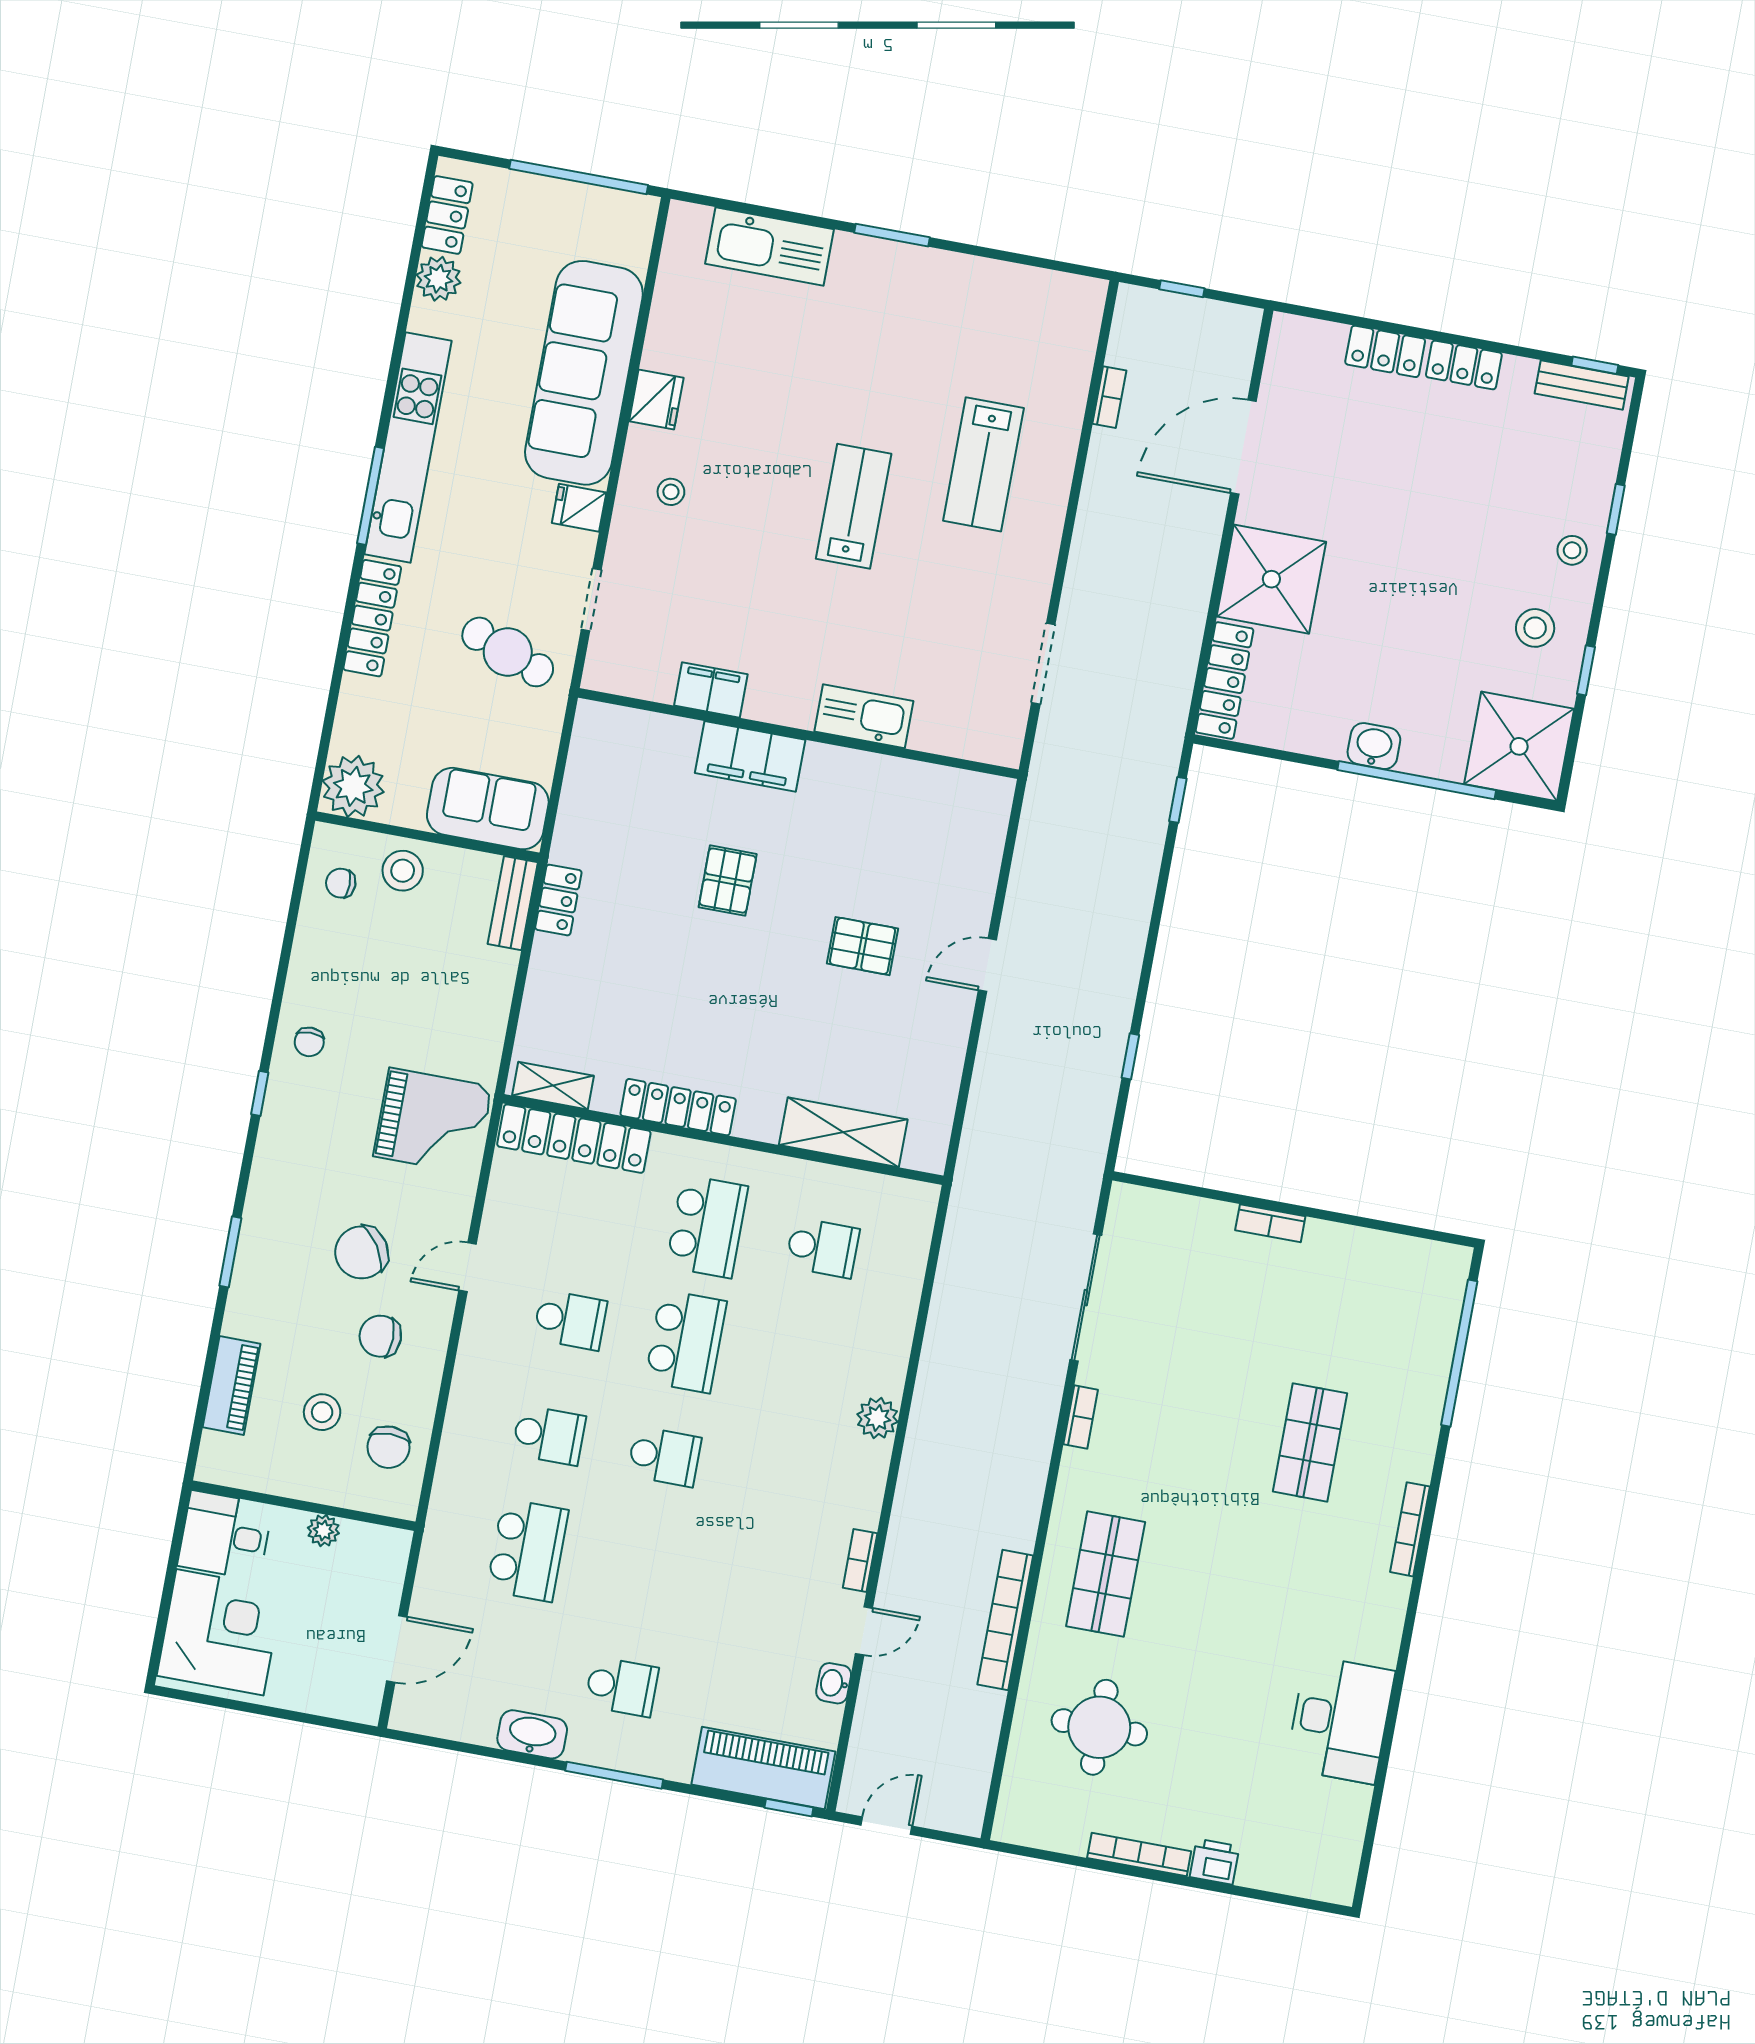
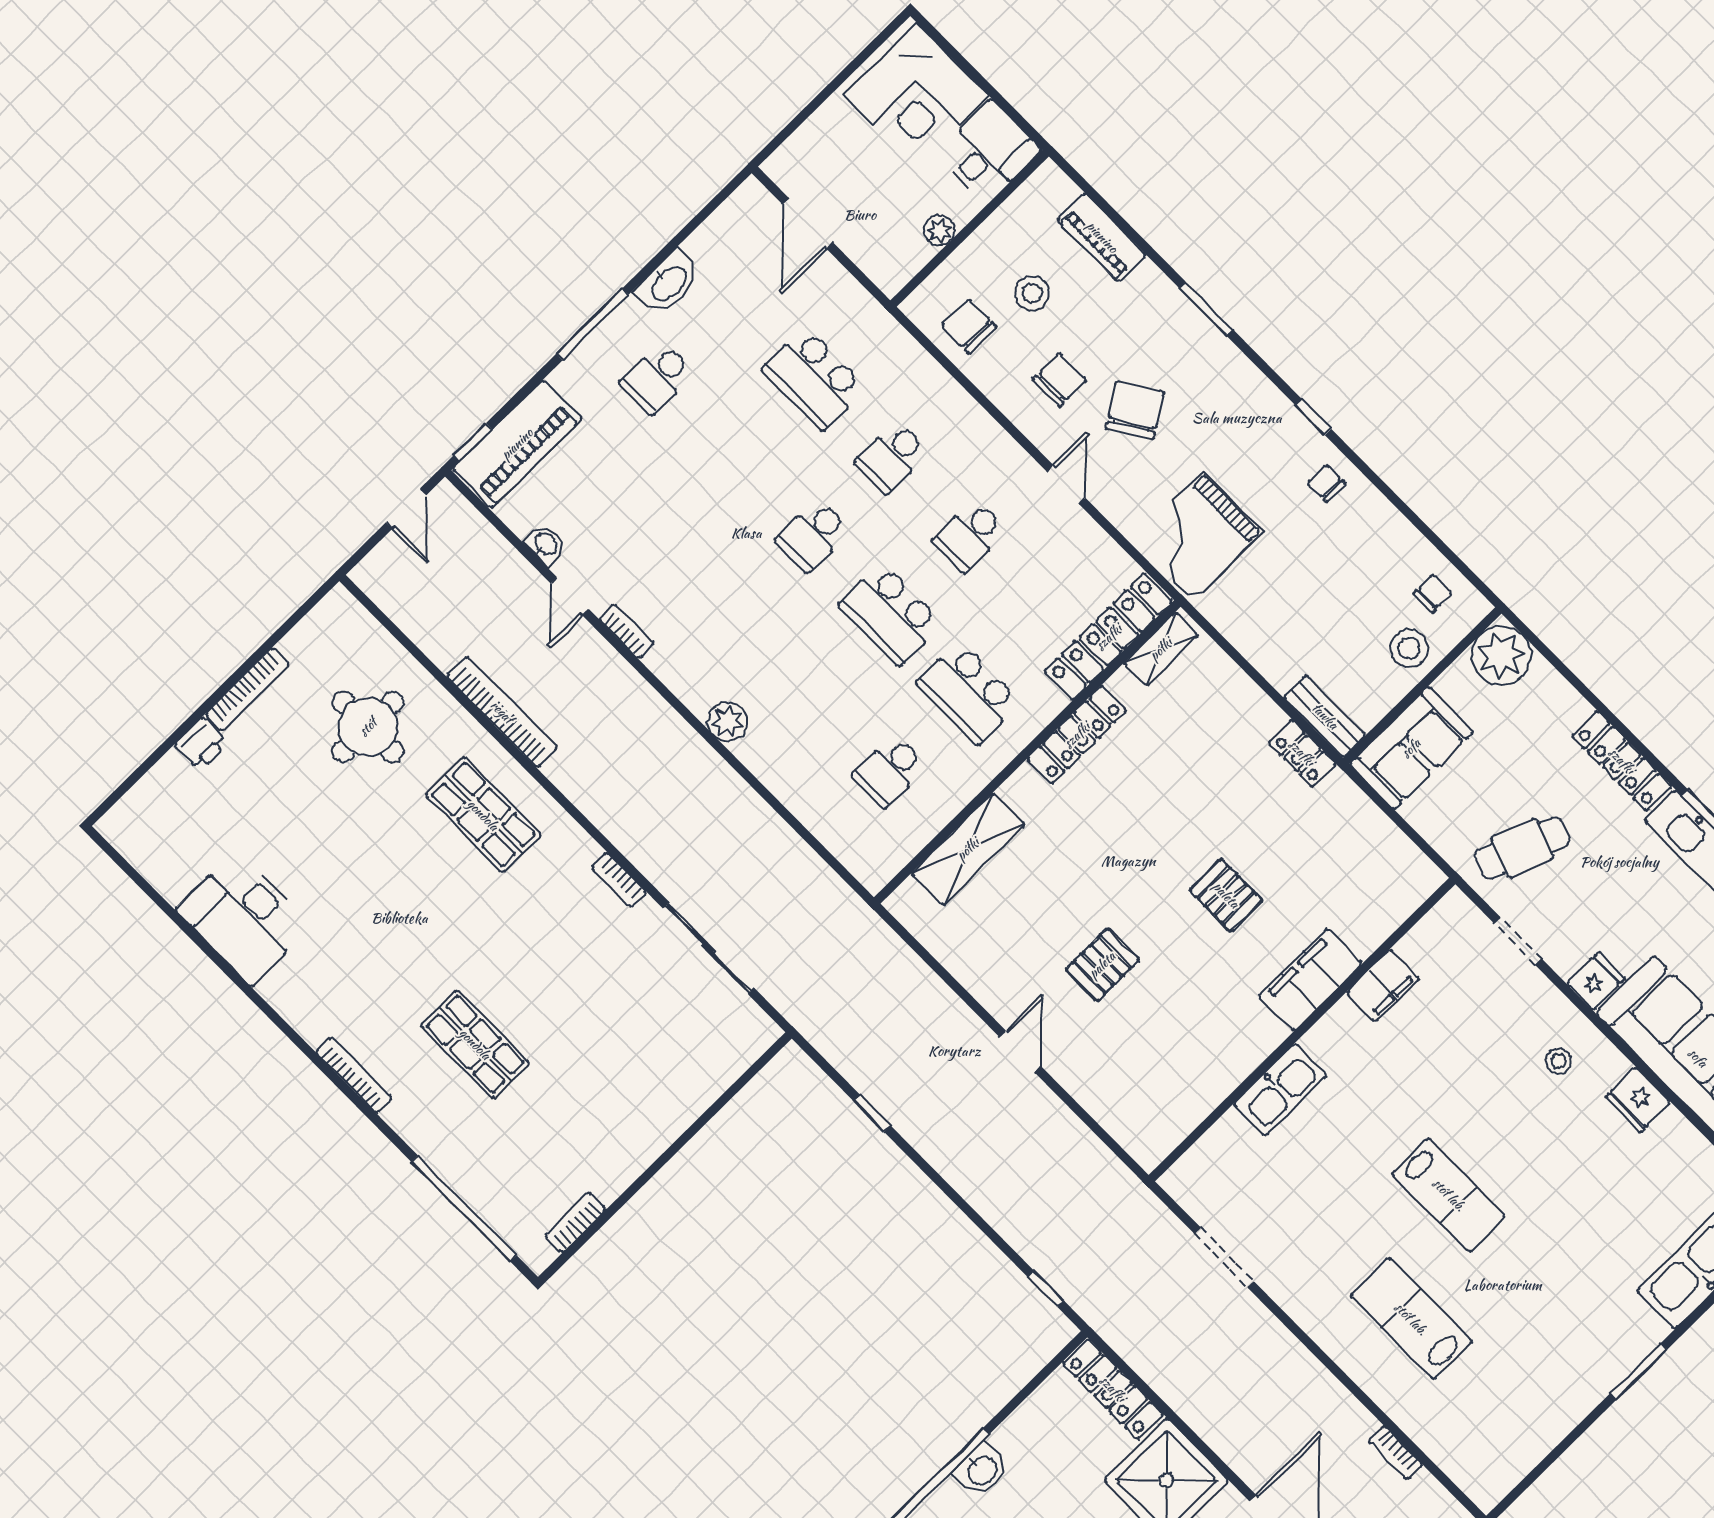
bookcase: (1270, 1223) -> (575, 1222), moved

